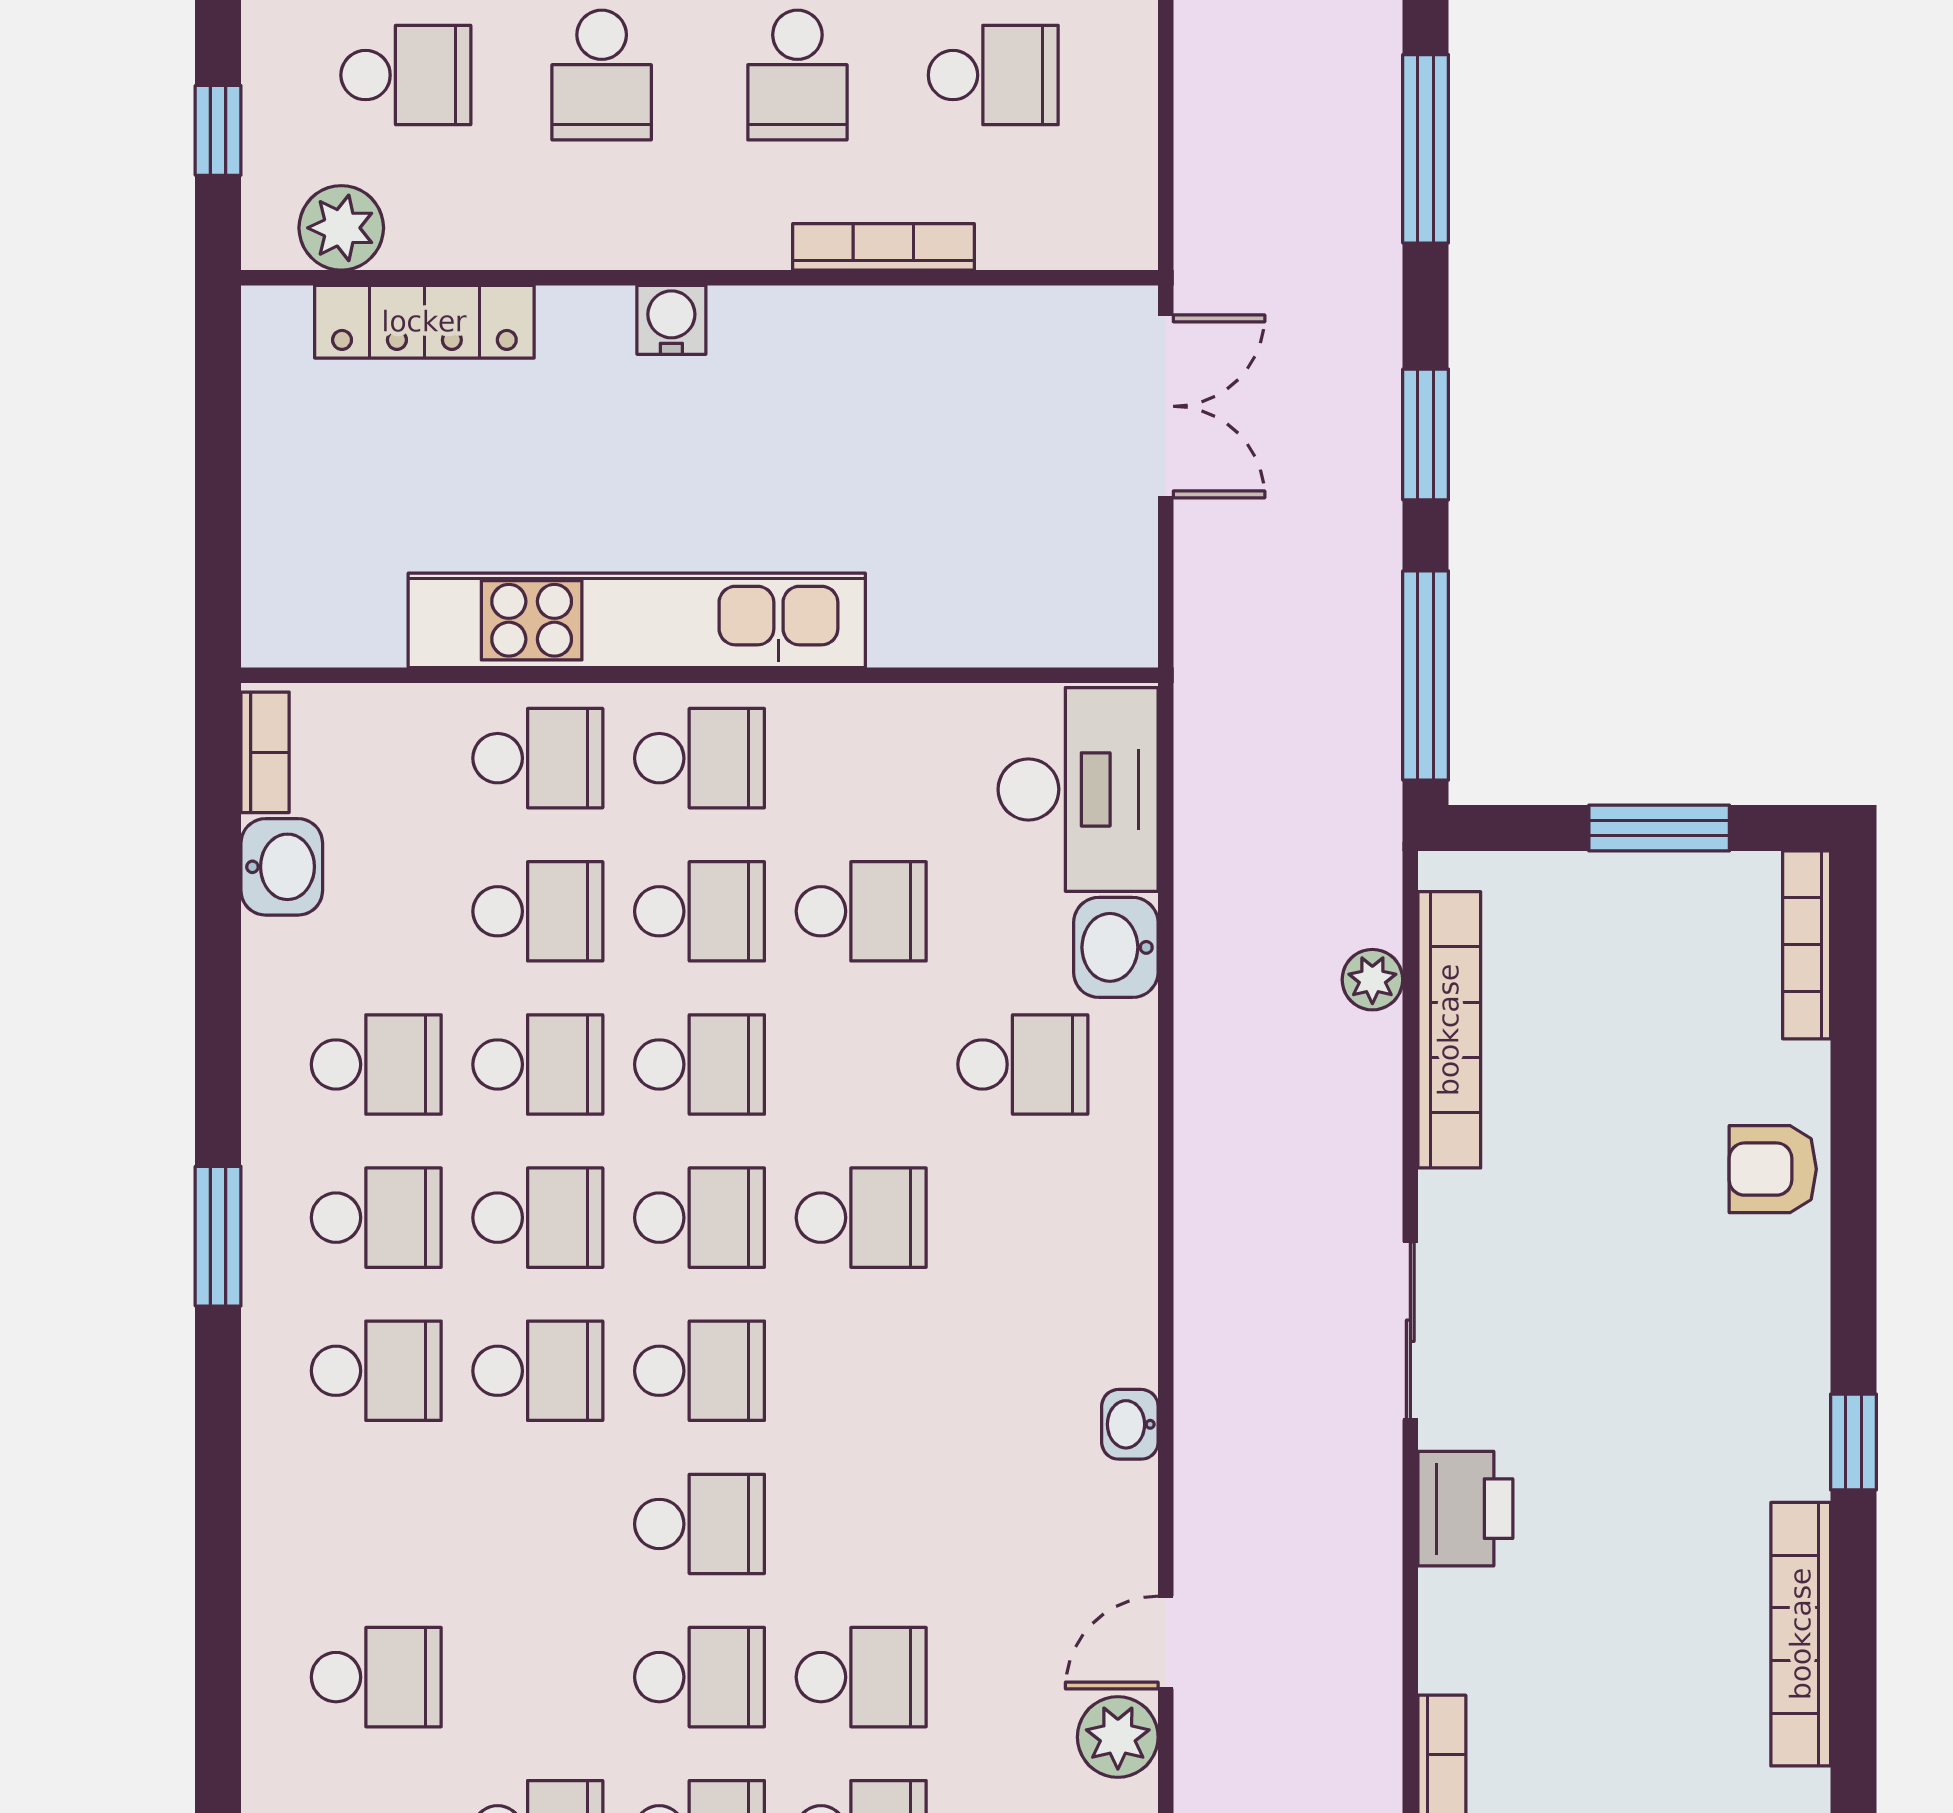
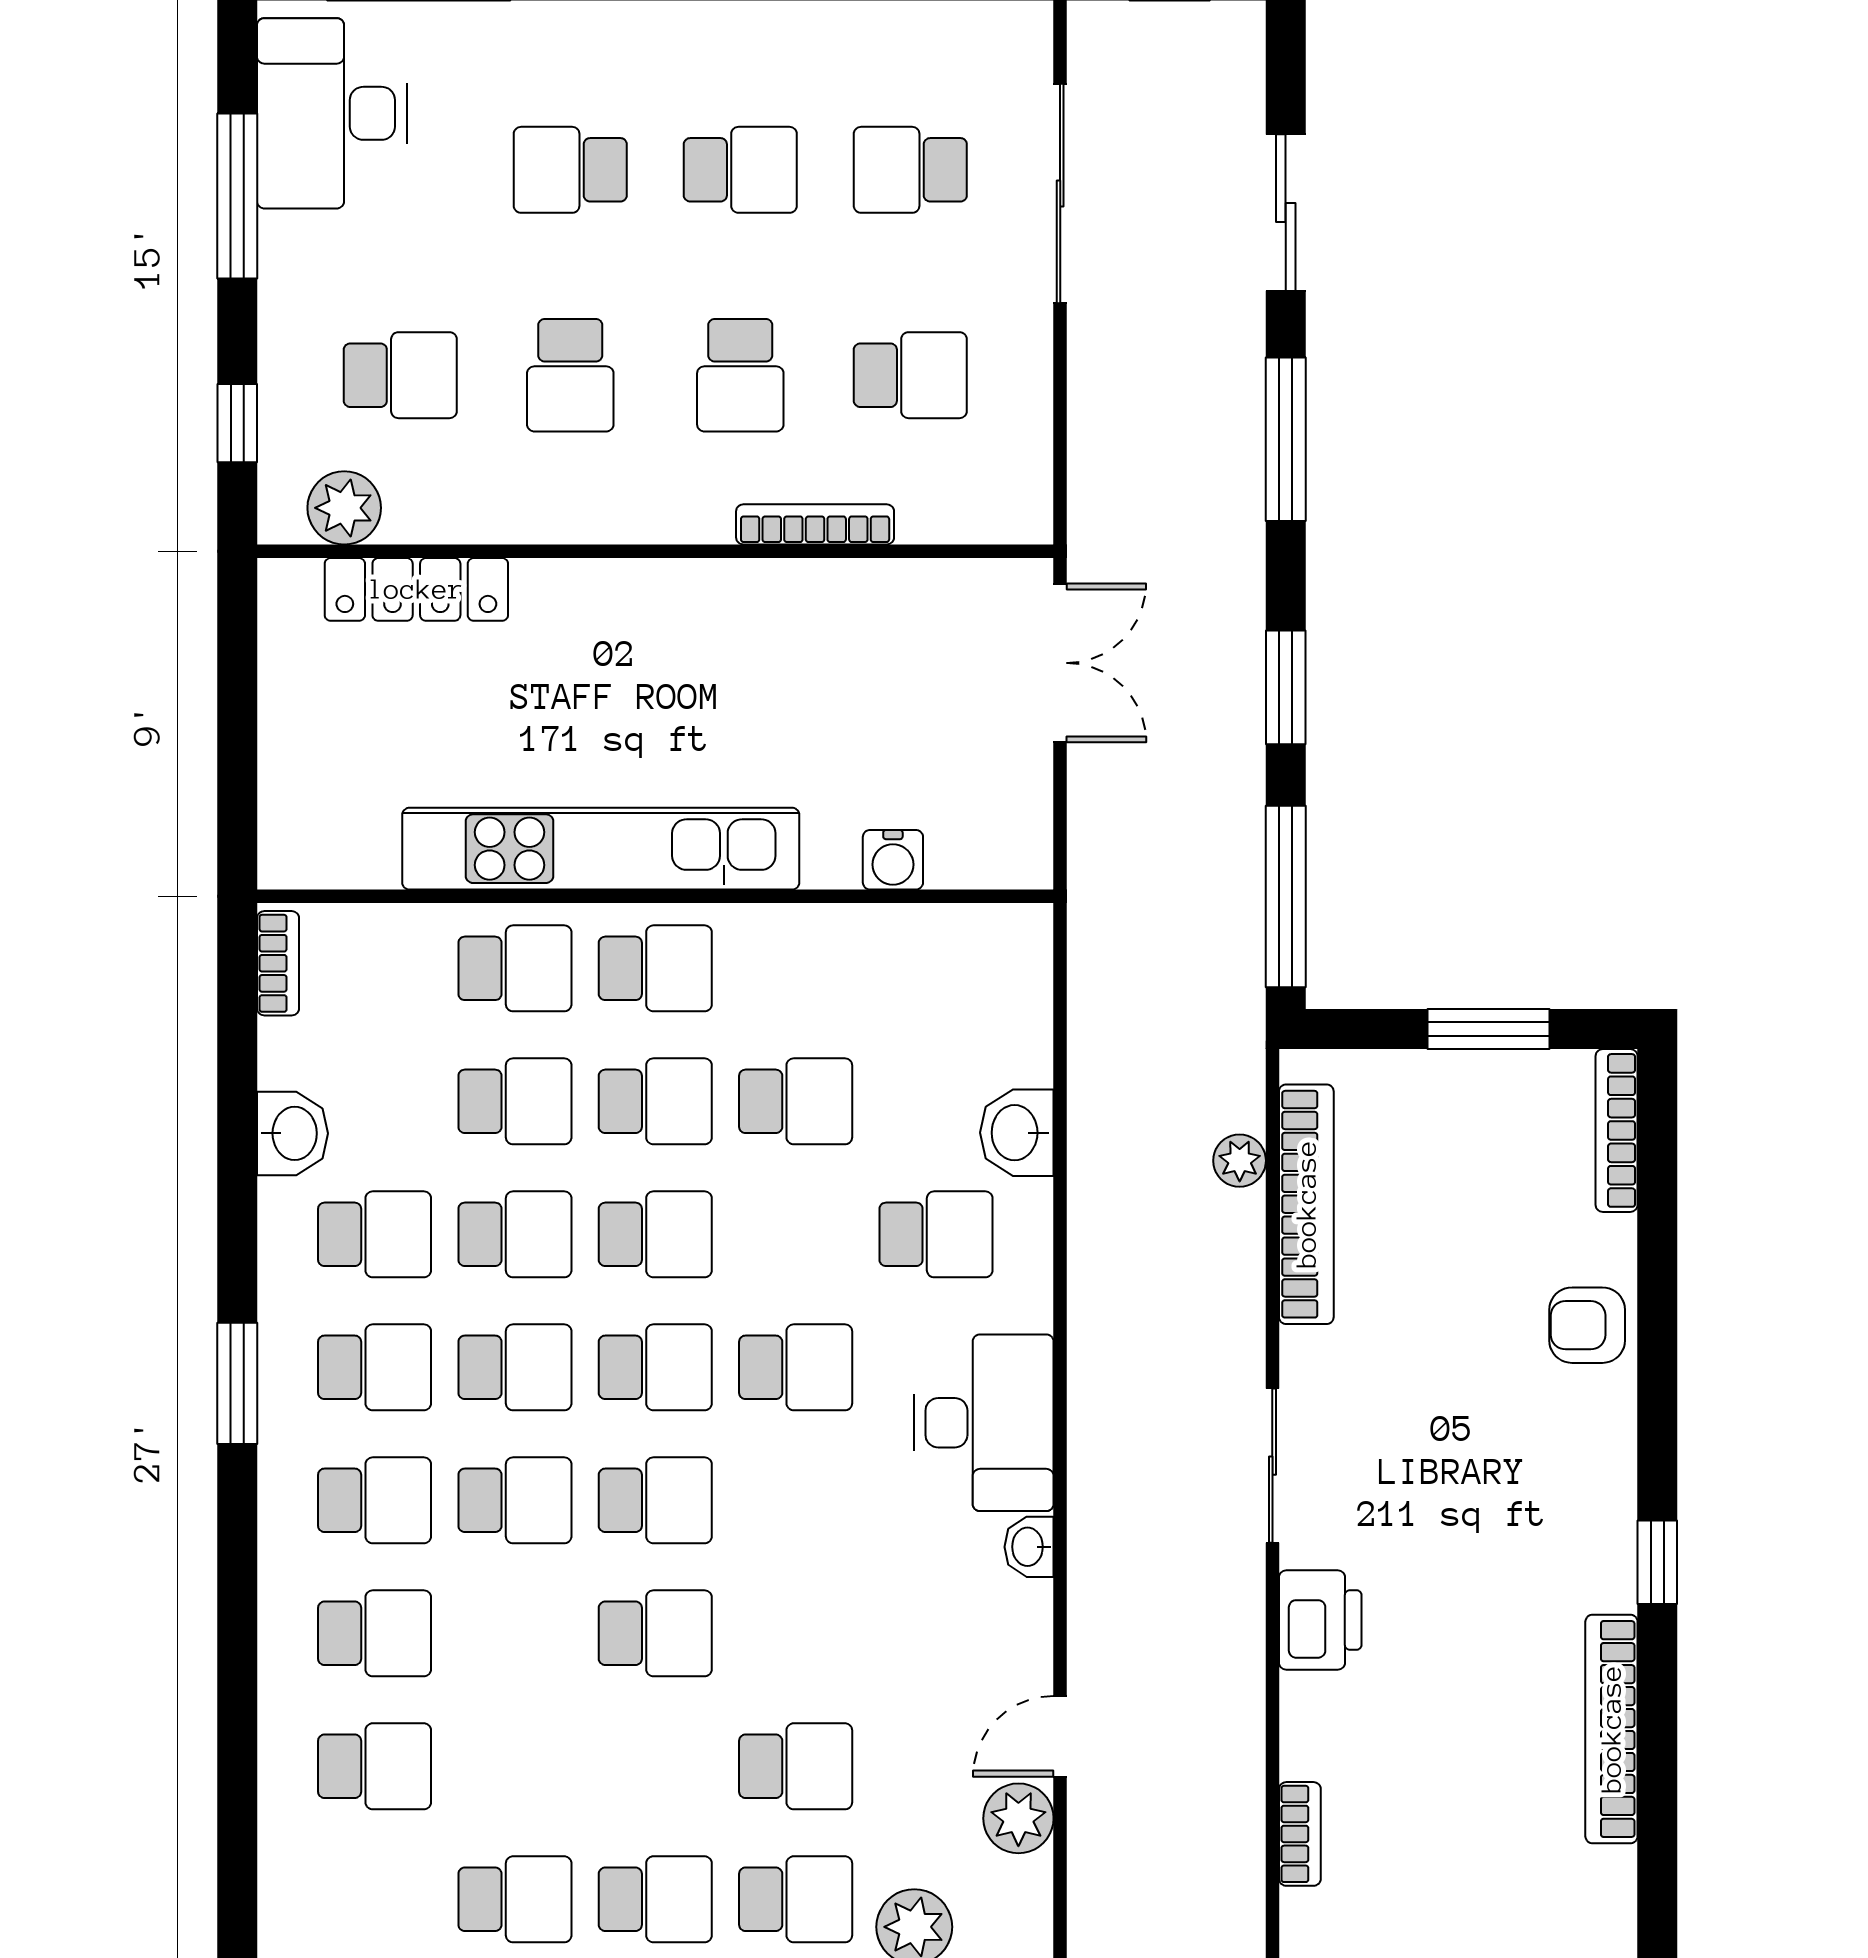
water cooler: (671, 320) -> (893, 860), moved, turned 180
desk: (1078, 789) -> (984, 1423), moved
washbasin: (282, 867) -> (293, 1133), moved
school desk: (700, 1677) -> (375, 1633), moved

